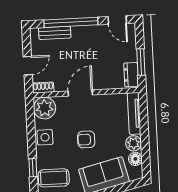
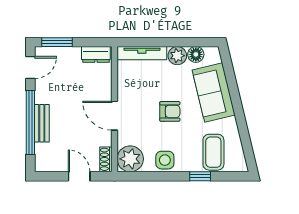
bench: (55, 33) -> (42, 123), moved
window: (141, 62) -> (57, 42), moved
armchair: (86, 139) -> (170, 111), turned -90

